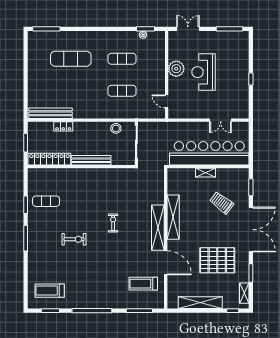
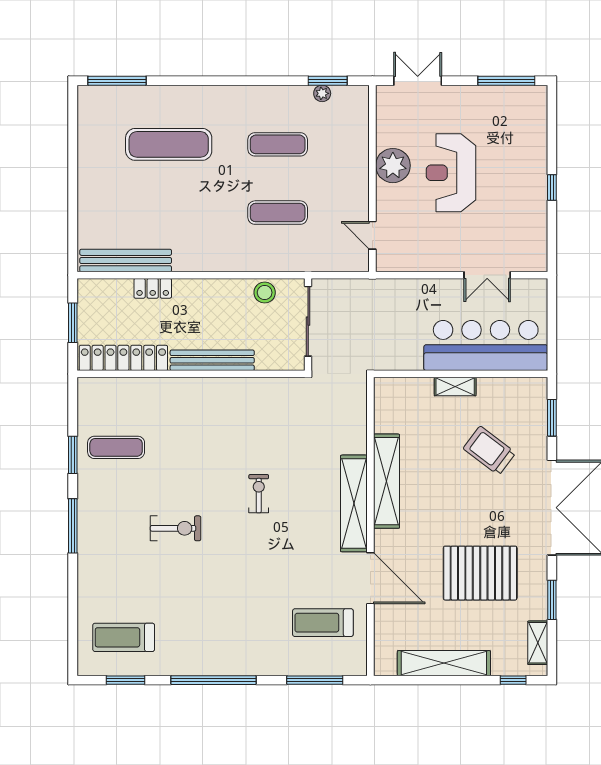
bar counter: (209, 153) -> (486, 346), width x0.73

